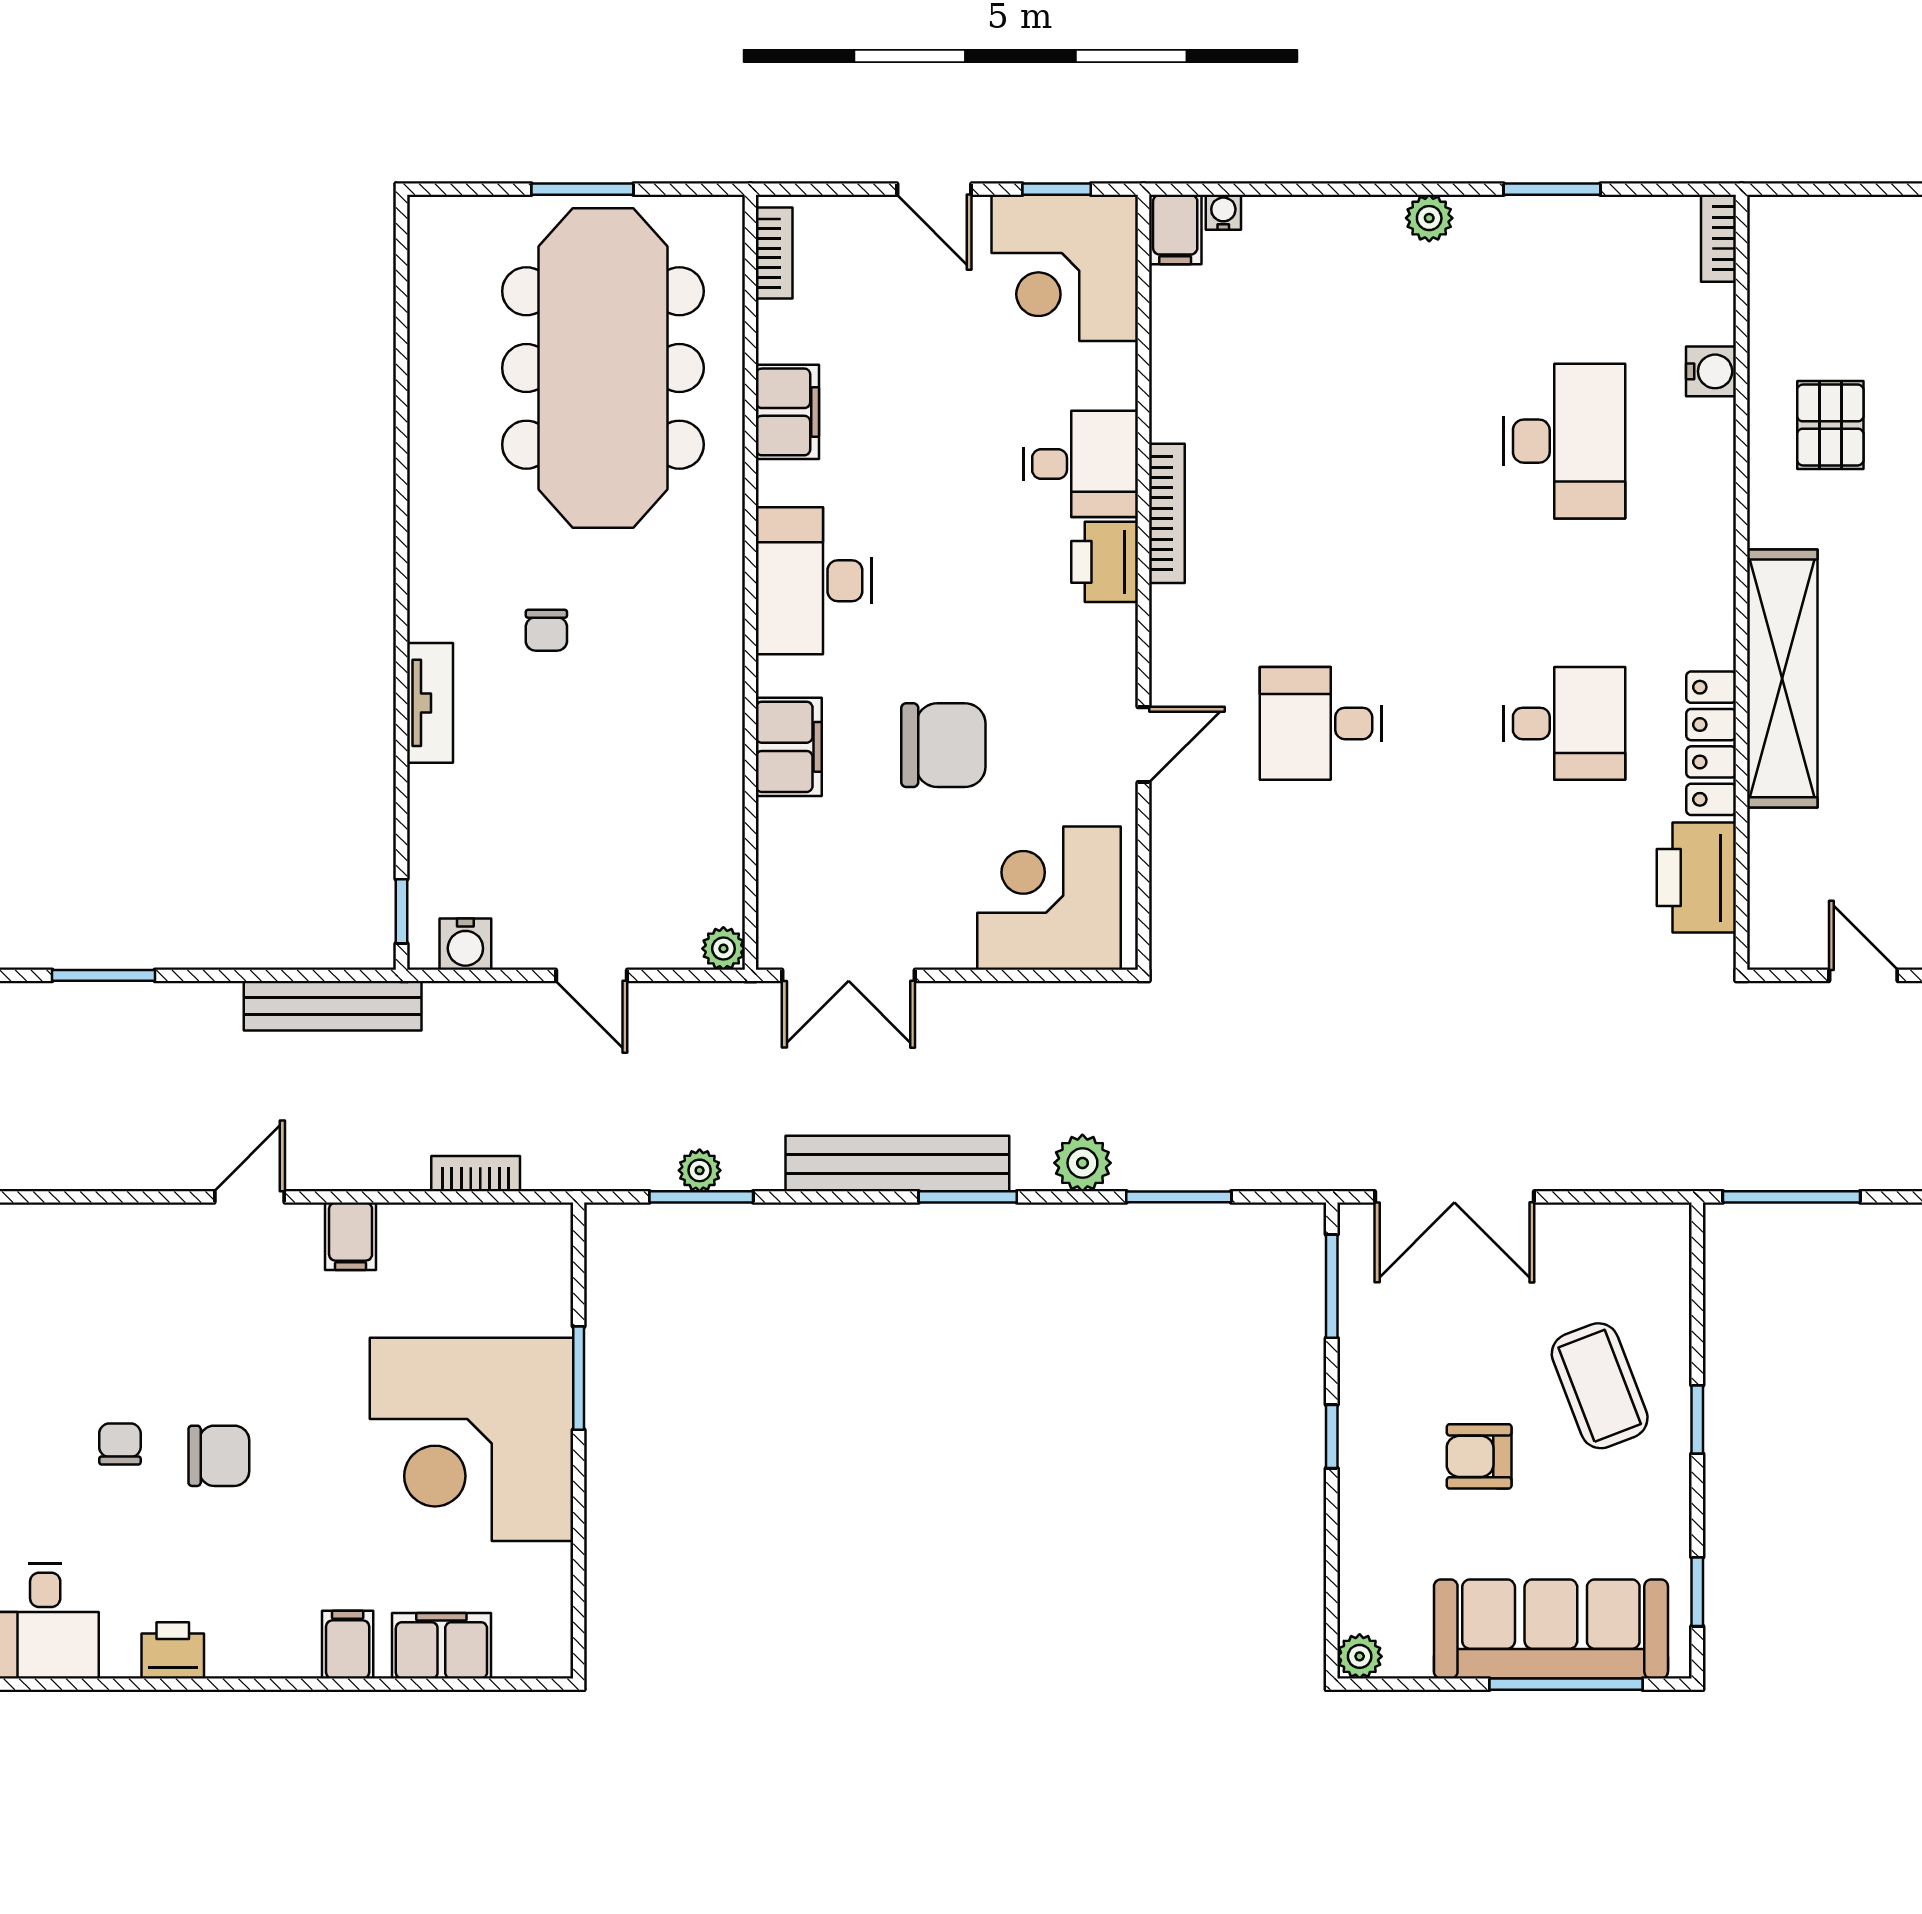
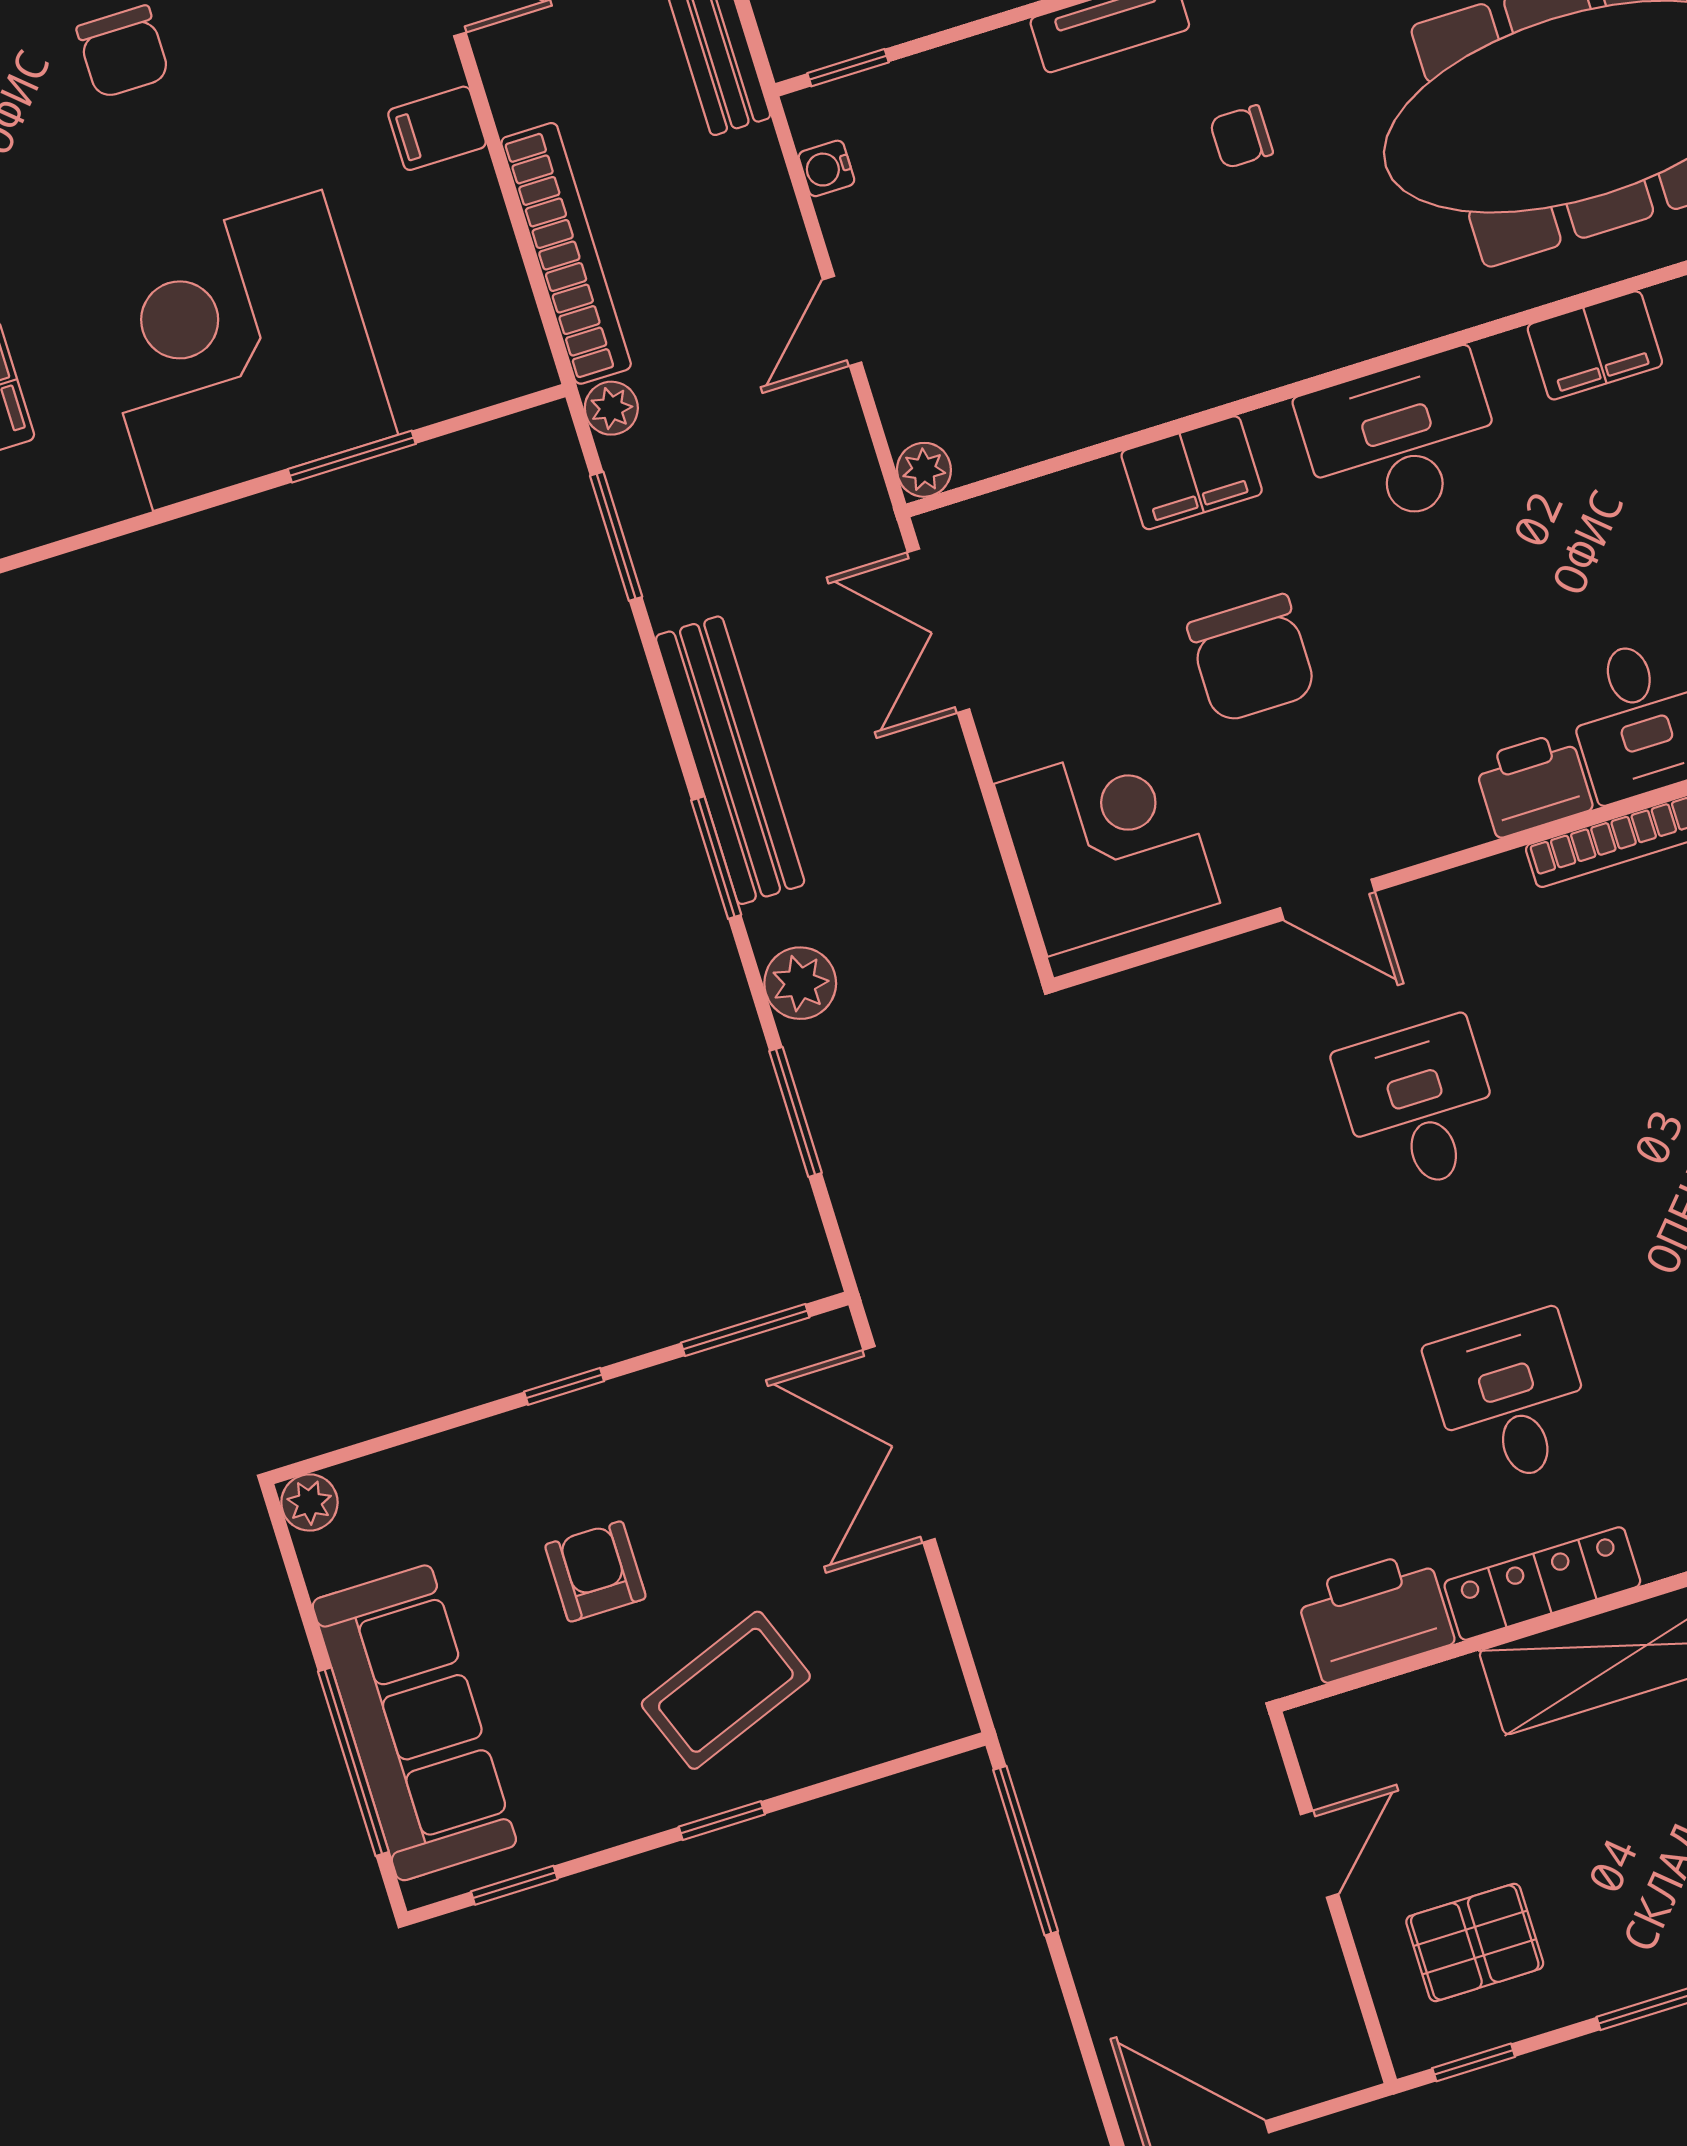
desk: (1564, 723) -> (1511, 1399), turned 180
water cooler: (465, 944) -> (826, 168), width x0.72, depth x0.72
plant: (700, 1170) -> (611, 408), moved
bookcase: (476, 1174) -> (566, 253), width x2.31, depth x1.31

